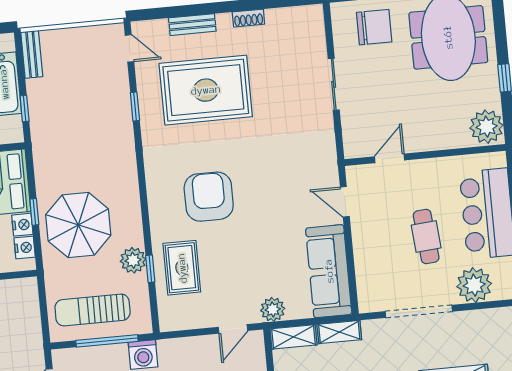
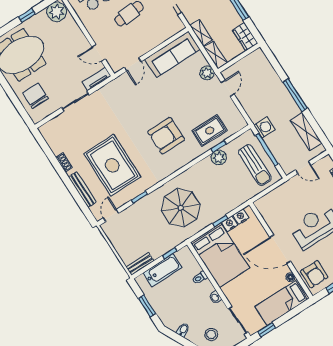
bench: (192, 25) -> (82, 190), width x1.36
tv unit: (351, 135) -> (97, 79), added
parasol: (78, 225) -> (181, 208), moved
door: (233, 329) -> (227, 88), hinge flipped

